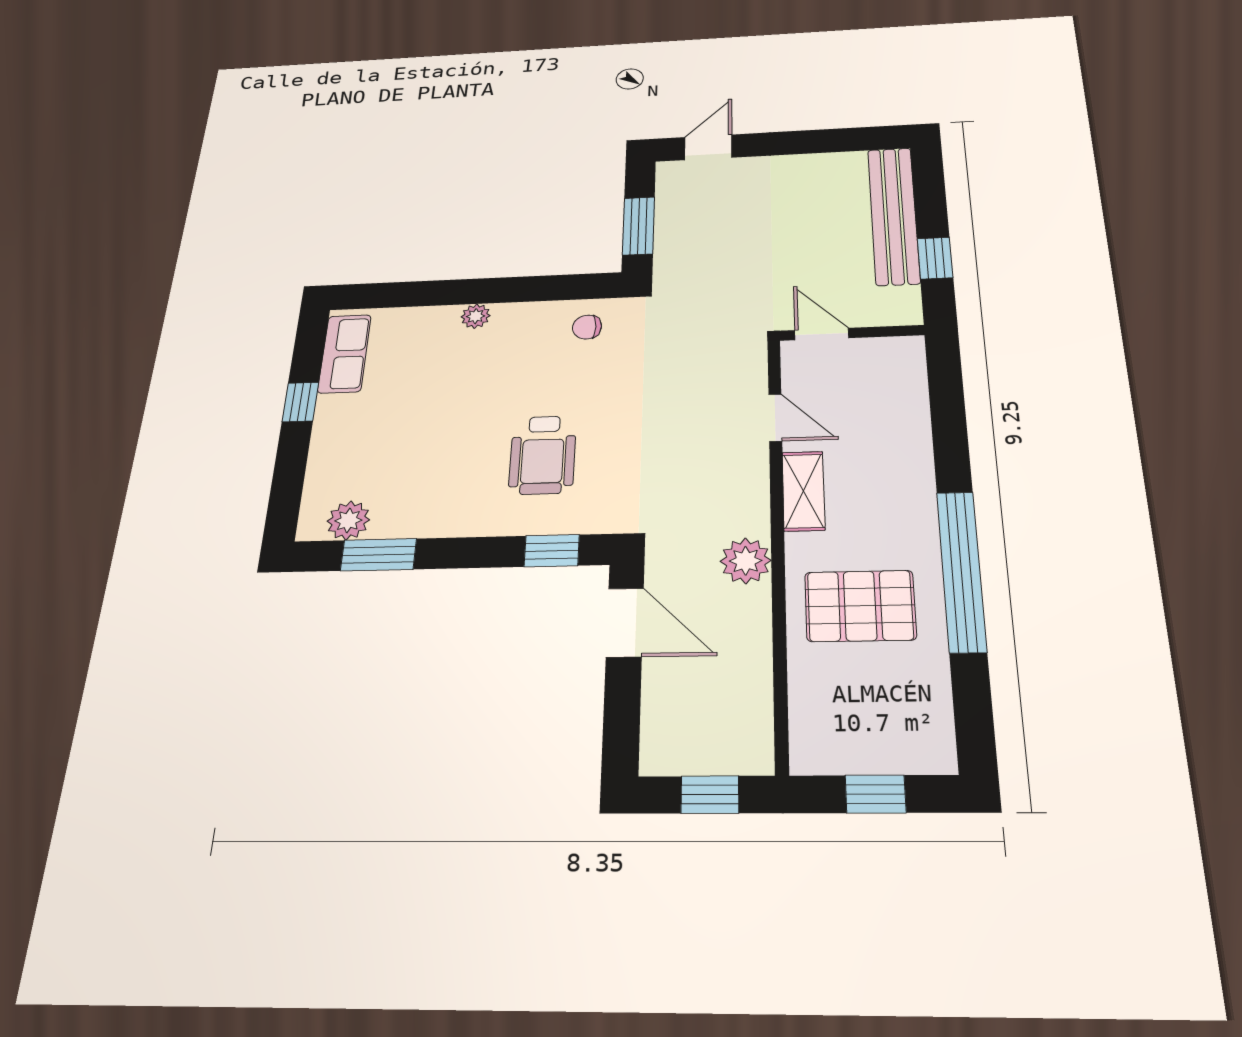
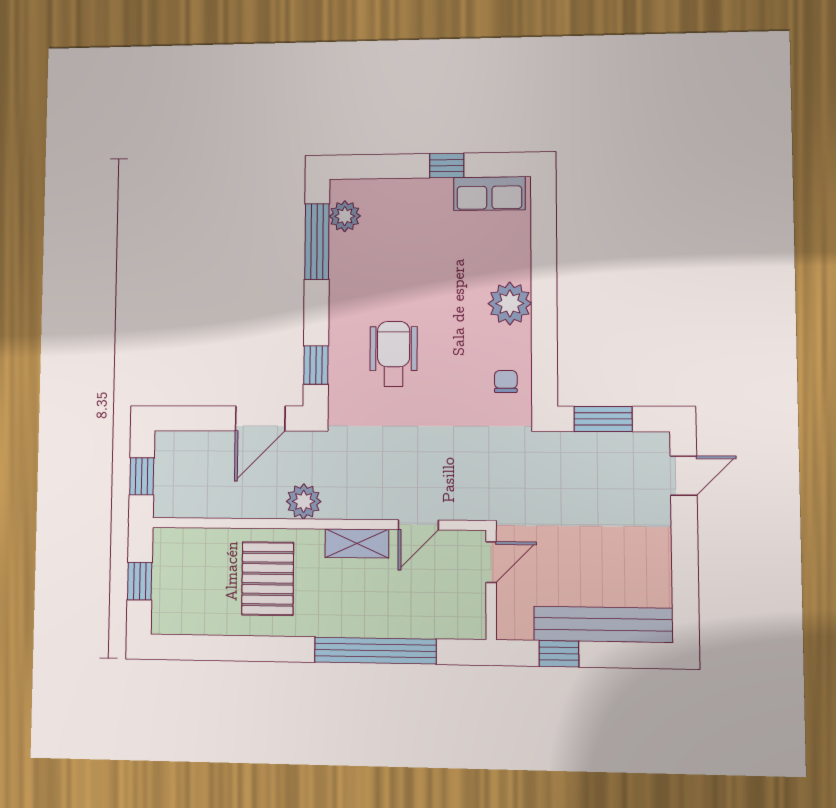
door: (708, 147) -> (684, 476), hinge flipped
plant: (476, 316) -> (510, 303), width x1.88, depth x1.88
wheelchair: (543, 455) -> (394, 354), turned 90
window: (378, 555) -> (317, 242), width x1.44
window: (961, 571) -> (375, 651), moved

